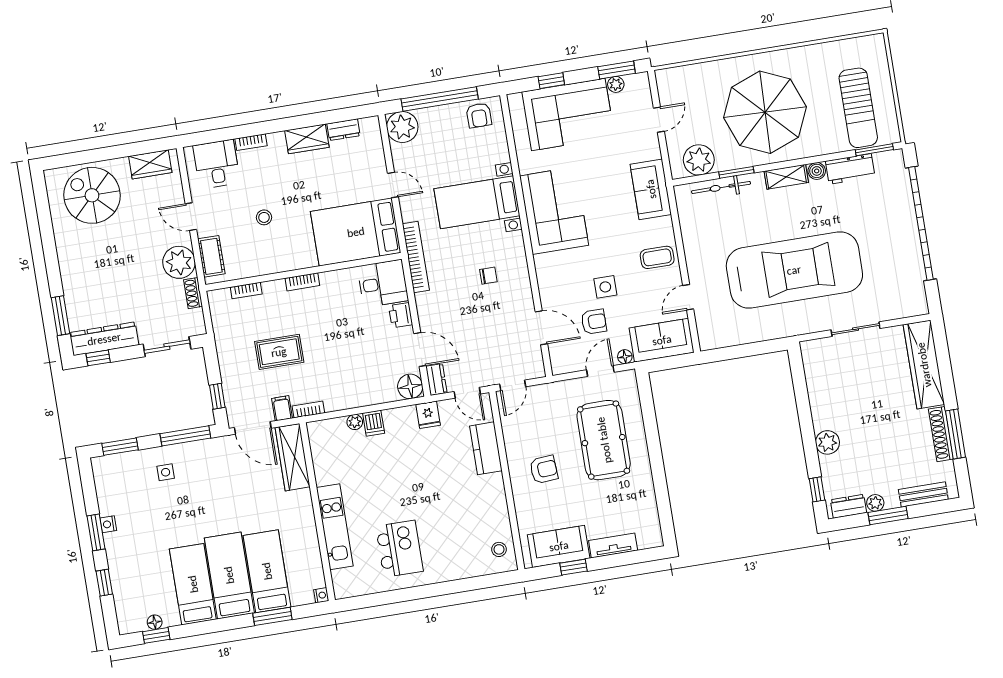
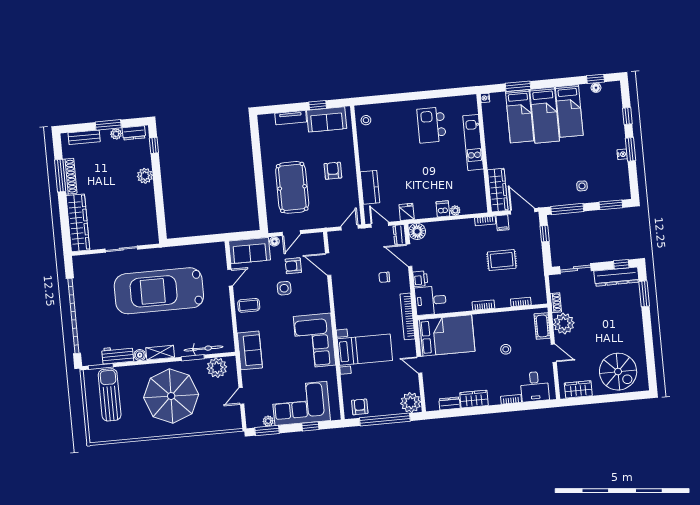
chair: (488, 276) -> (384, 277), moved
armchair: (544, 469) -> (333, 171), turned 94

